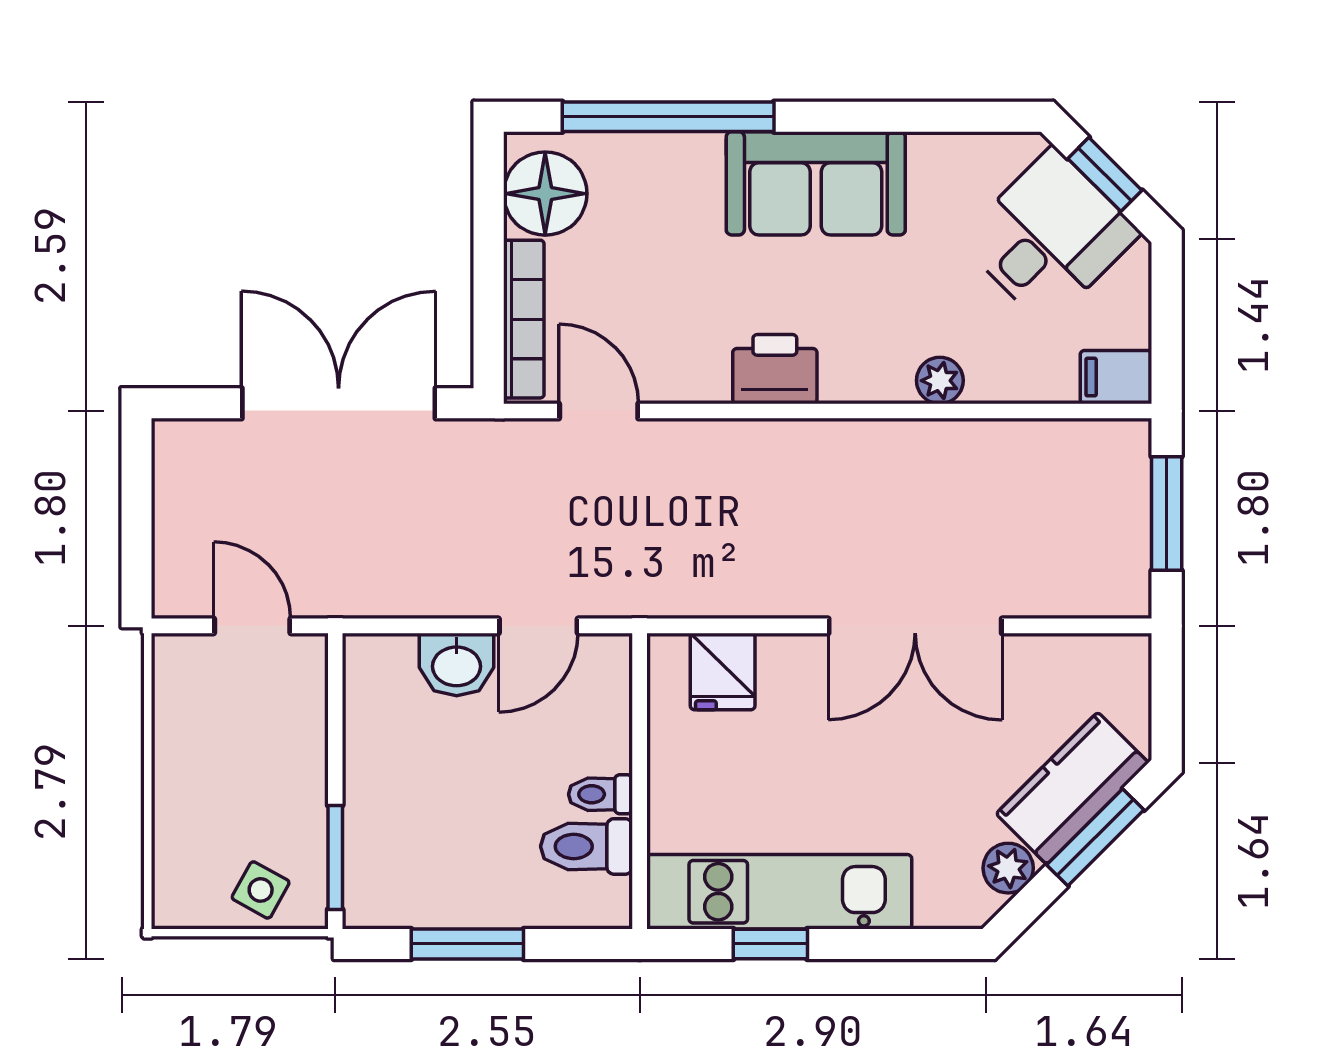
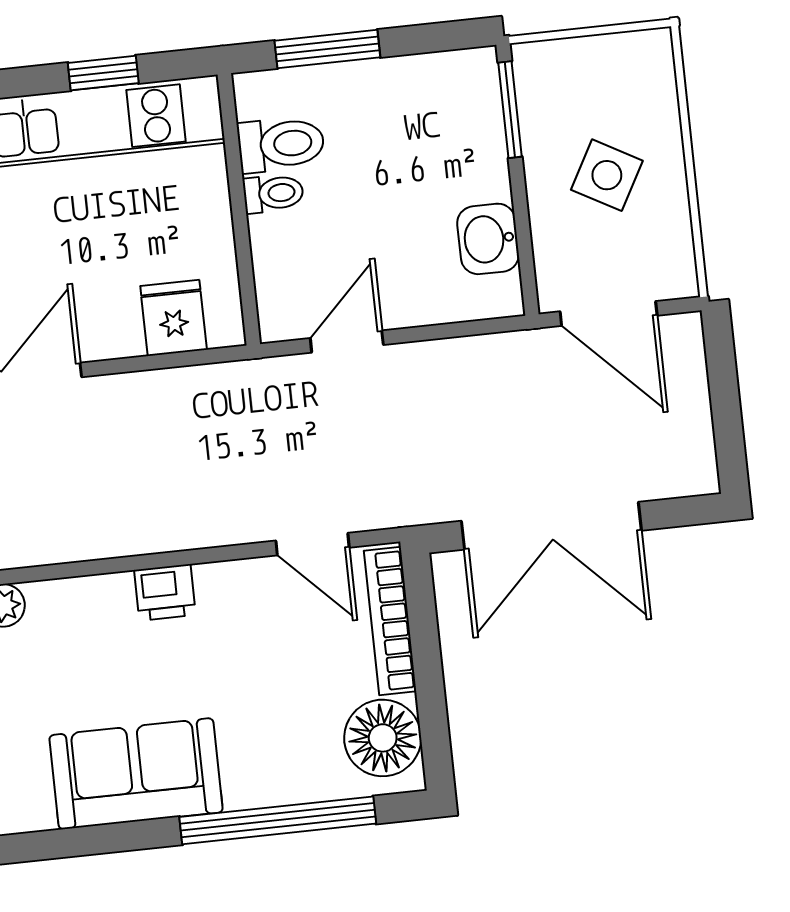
printer: (775, 369) -> (165, 592), width x0.73, depth x0.81
door: (252, 626) -> (609, 314), width x1.38
washbasin: (457, 665) -> (488, 239), moved, turned -90
side table: (261, 890) -> (607, 175), moved, width x1.37, depth x1.37
window: (467, 944) -> (327, 49), moved

